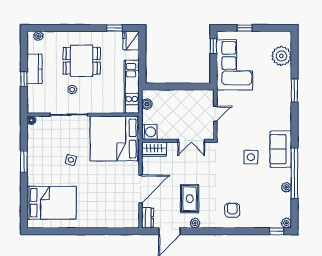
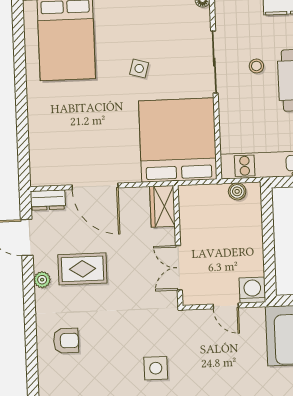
washing machine: (149, 132) -> (252, 290), moved, turned 180

